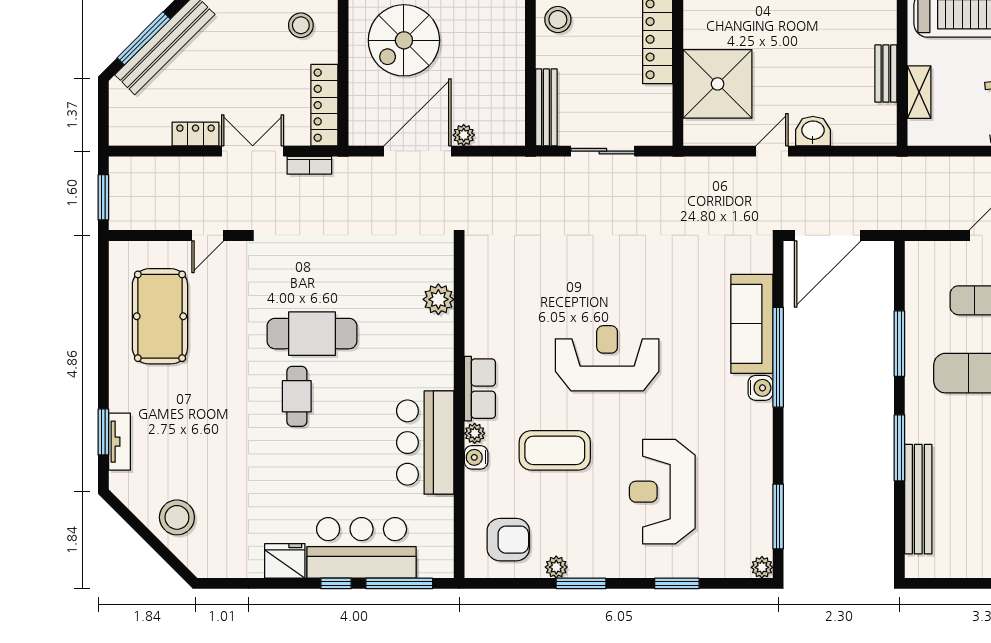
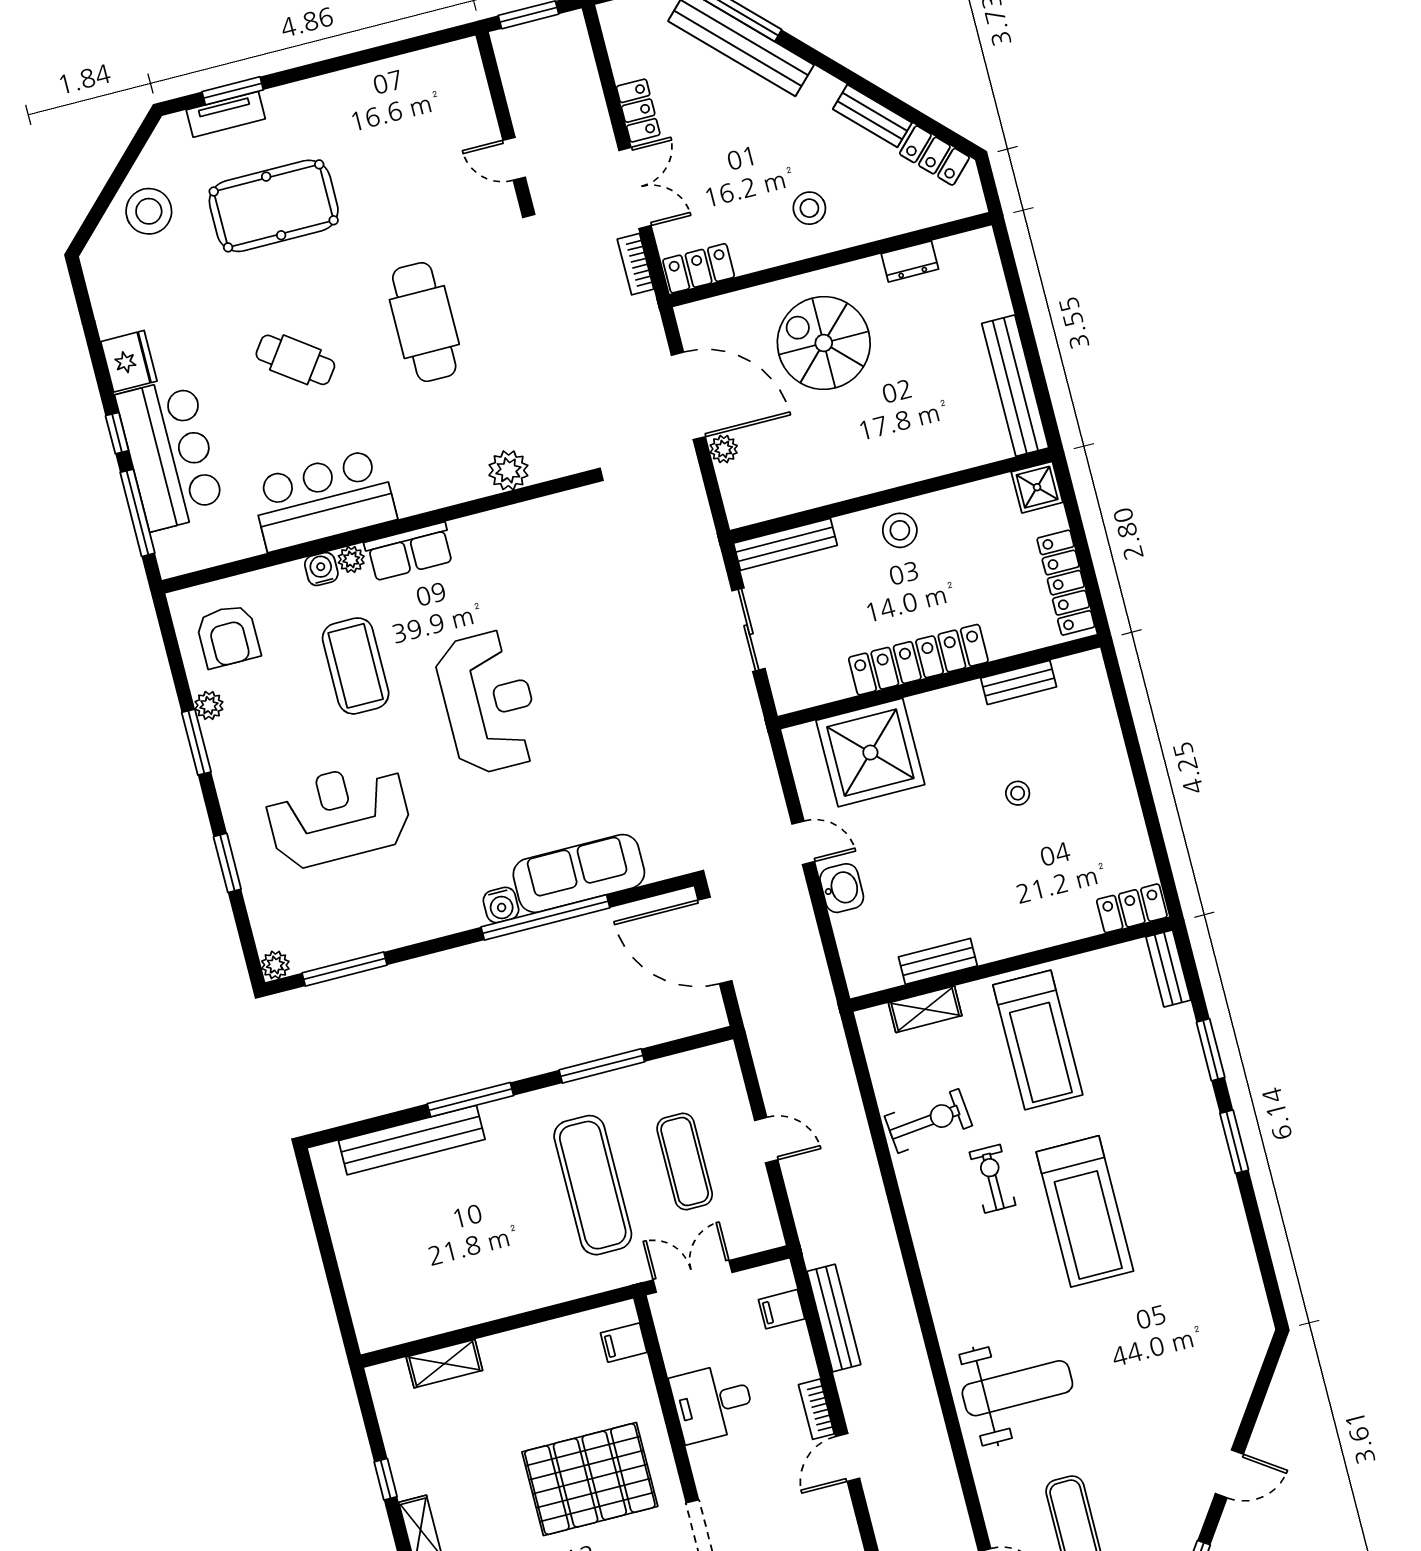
locker: (324, 105) -> (699, 268), width x0.66
pool table: (160, 316) -> (274, 206), moved
cafe table: (297, 396) -> (295, 360), moved, turned 36

